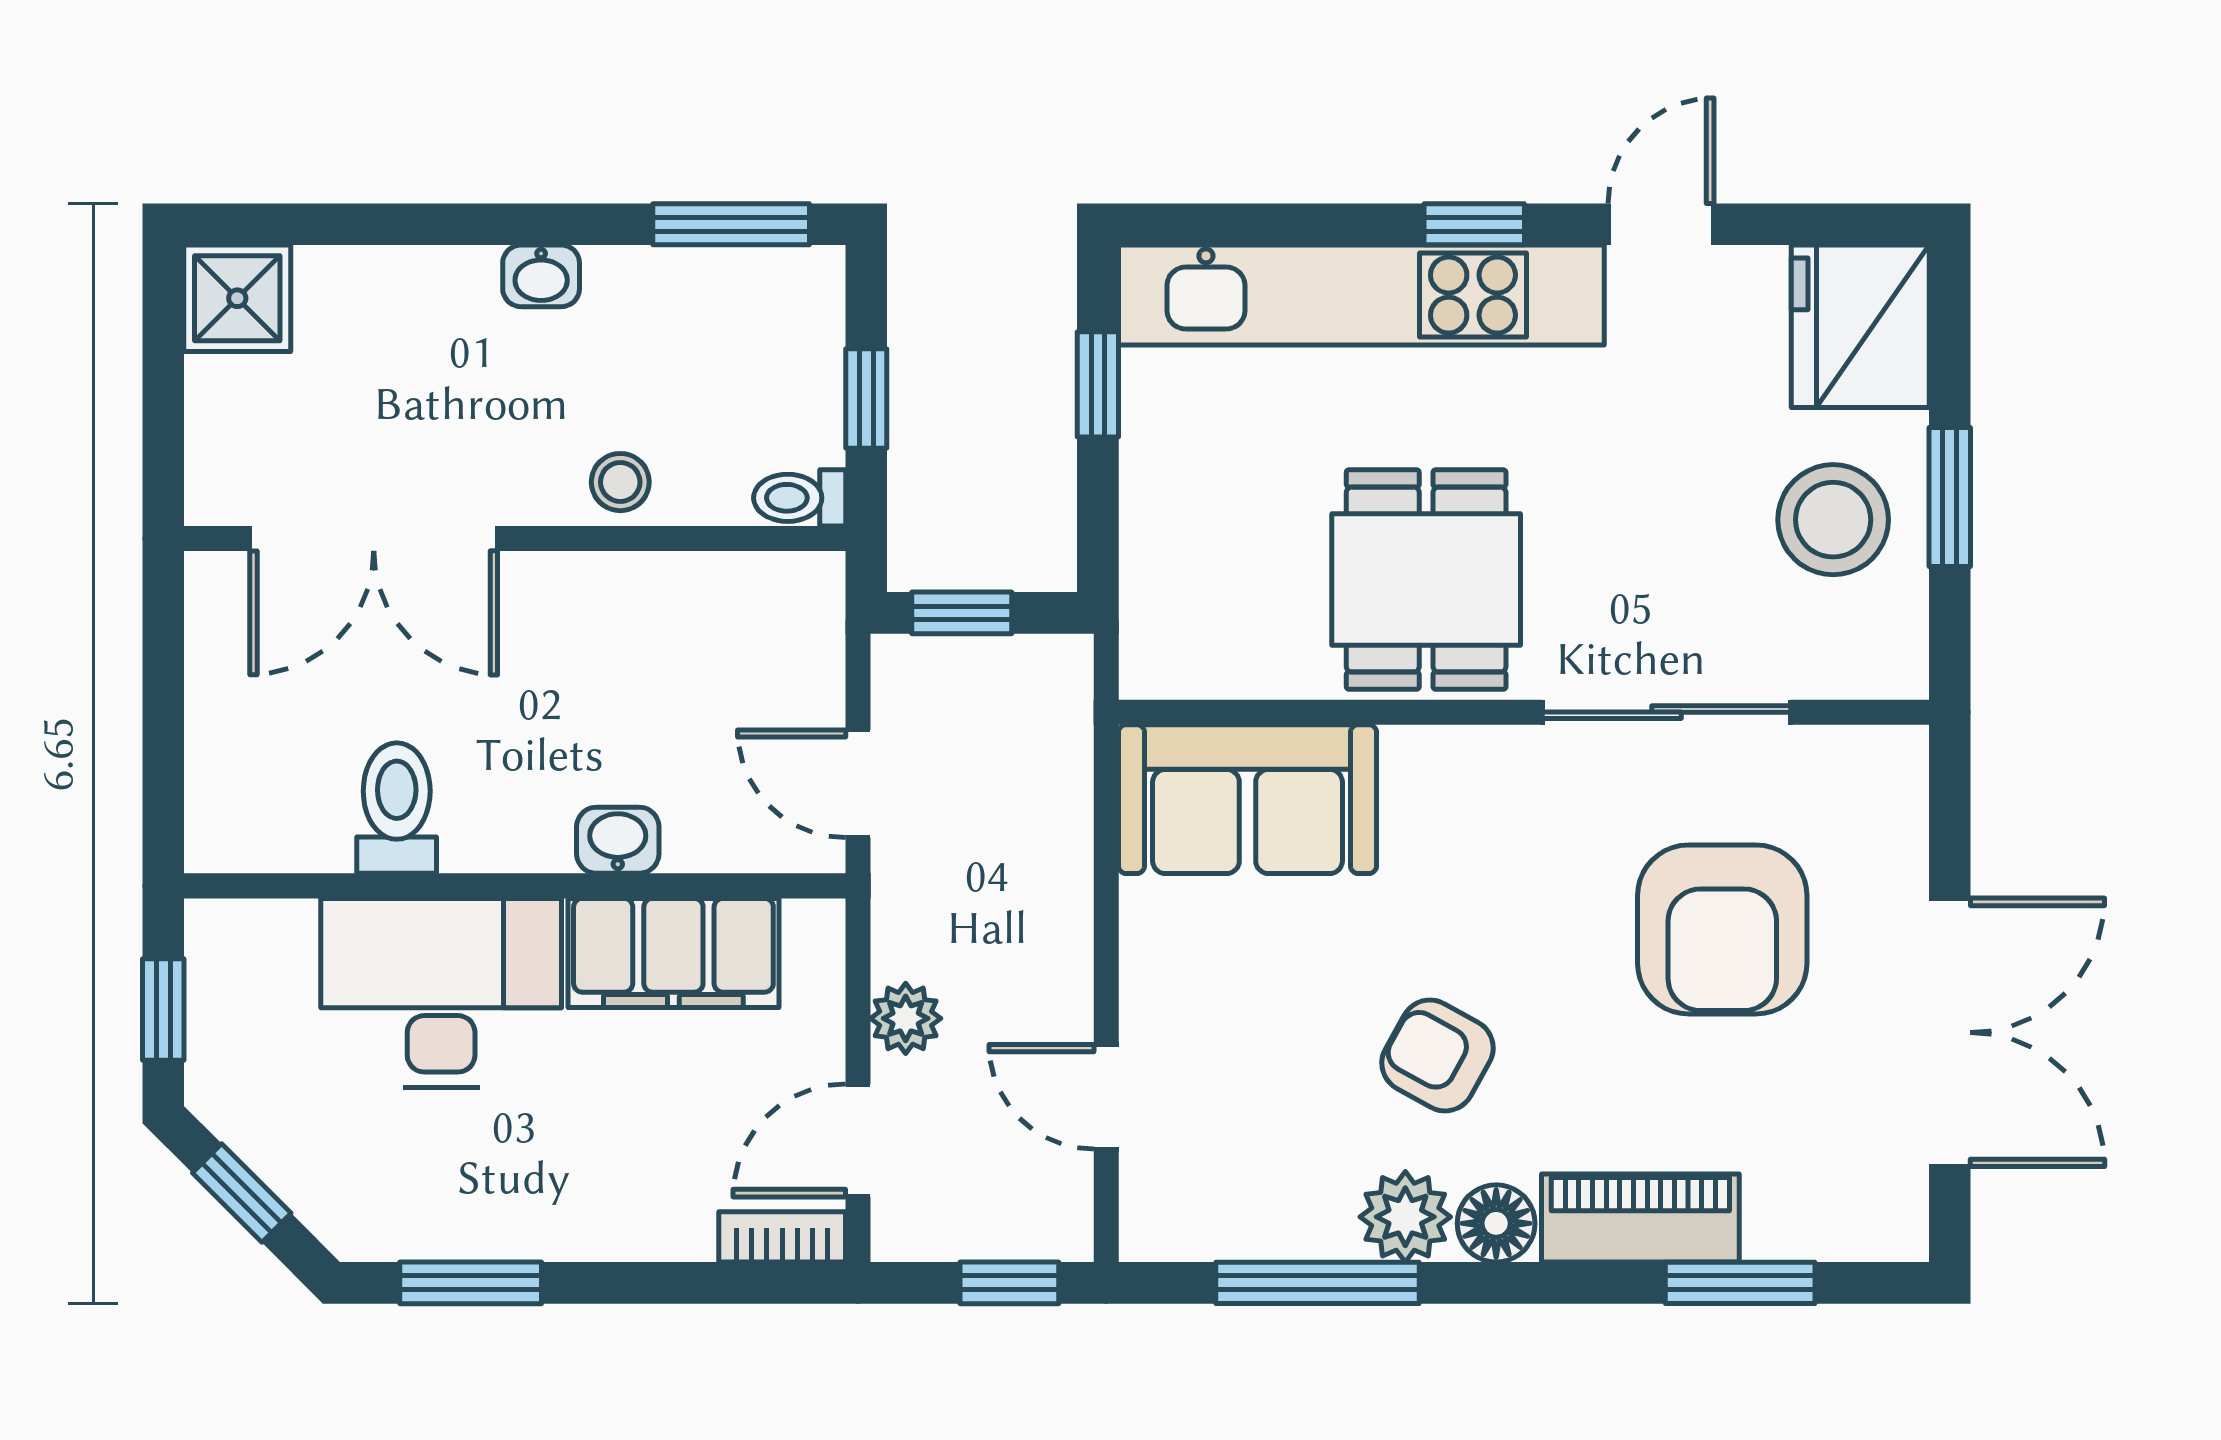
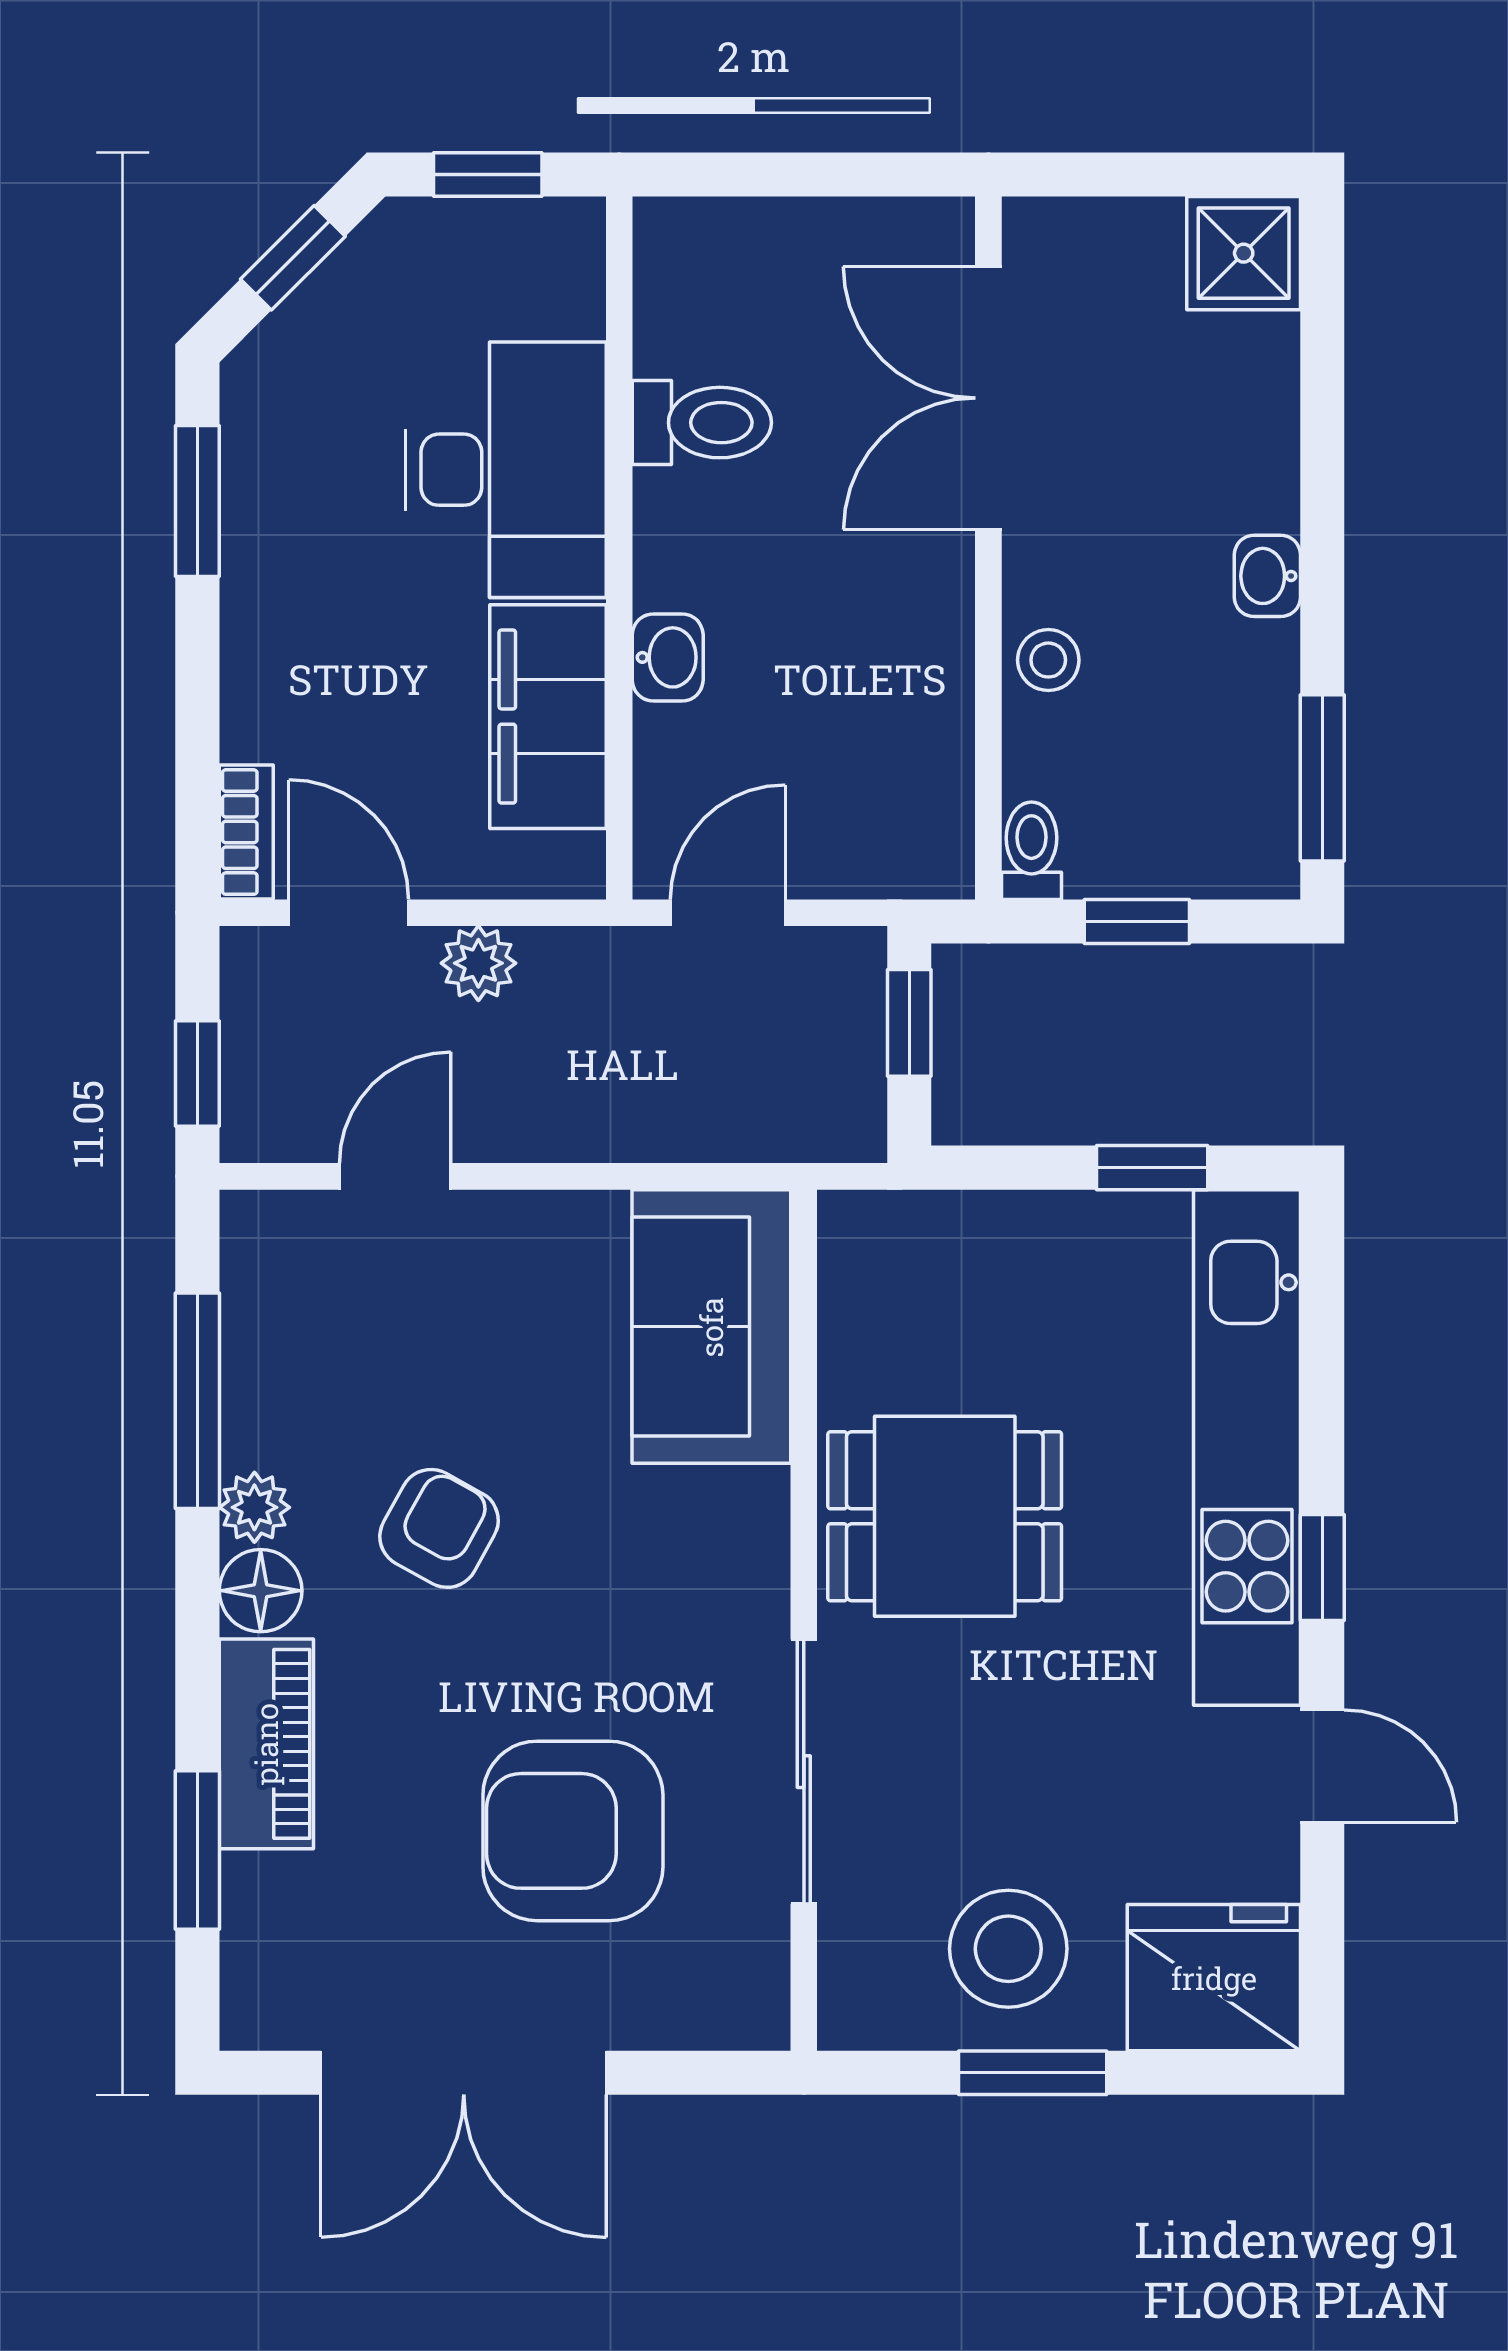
plant: (1405, 1217) -> (254, 1507), width x0.73, depth x0.73

